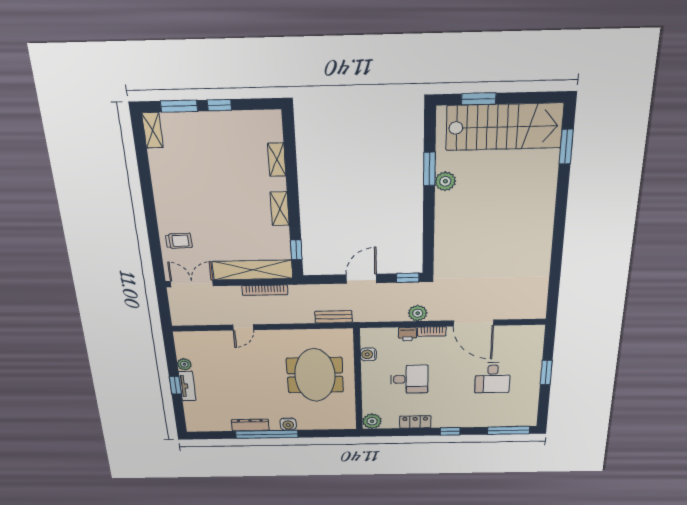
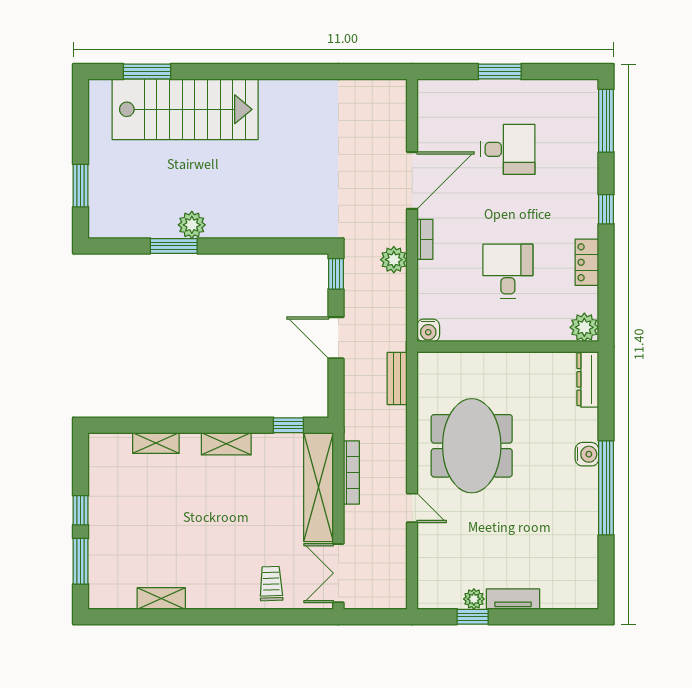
stairs: (504, 127) -> (185, 109), moved, turned 90
shelving: (153, 130) -> (161, 599), moved
printer: (407, 334) -> (429, 274), removed
water cooler: (368, 354) -> (428, 330), moved
meeting table: (315, 375) -> (472, 446), moved, turned 90
window: (175, 385) -> (473, 617), moved
dresser: (250, 425) -> (588, 379), moved

